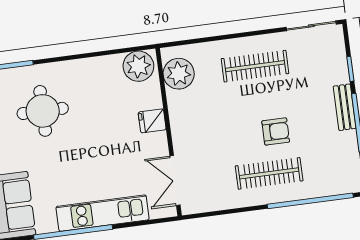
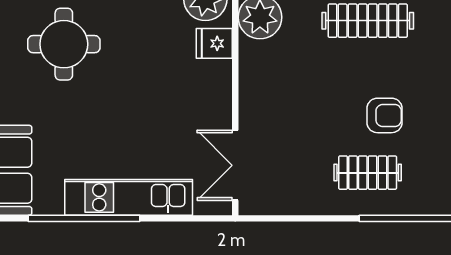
fridge: (152, 121) -> (214, 43), moved
clothes rail: (269, 173) -> (368, 173), width x0.73

